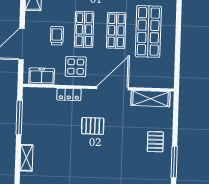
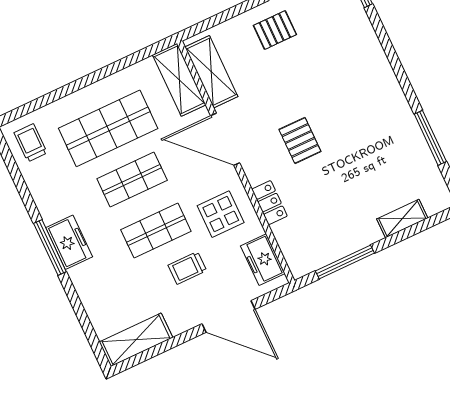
shelving: (155, 80) -> (179, 80), added

